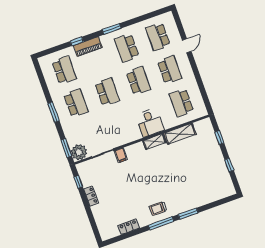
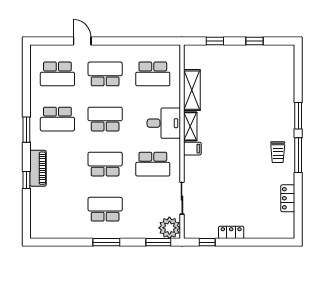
school desk: (64, 70) -> (153, 164), moved, turned 180
filing cabinet: (121, 155) -> (192, 149), moved

